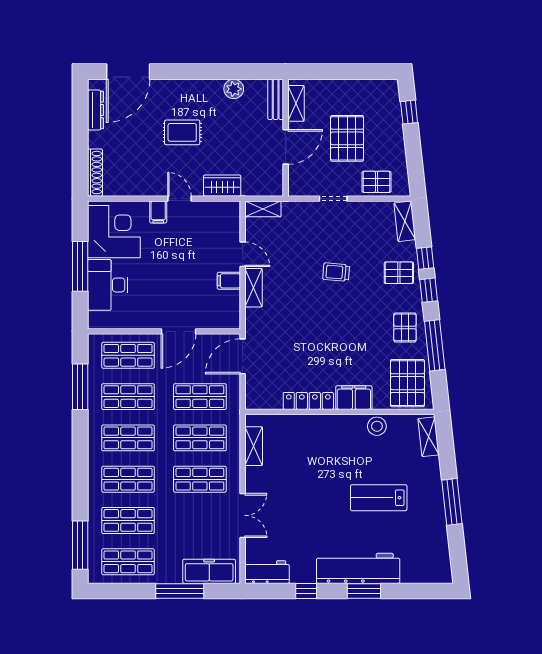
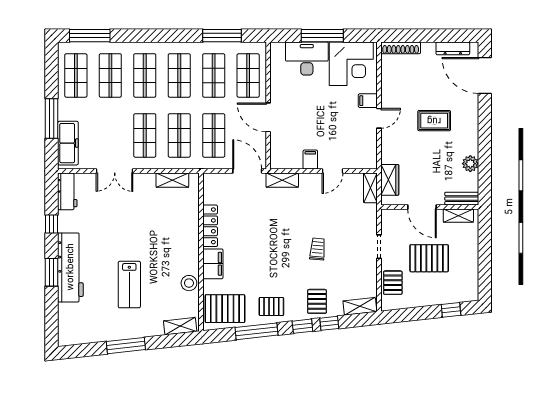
rug: (182, 132) -> (434, 121), turned 90
wardrobe: (222, 186) -> (390, 180), moved
shelving: (253, 288) -> (282, 180), moved
lab bench: (379, 498) -> (129, 285), turned 180

